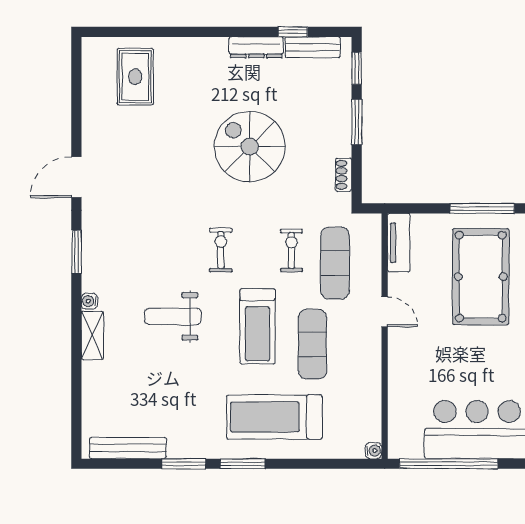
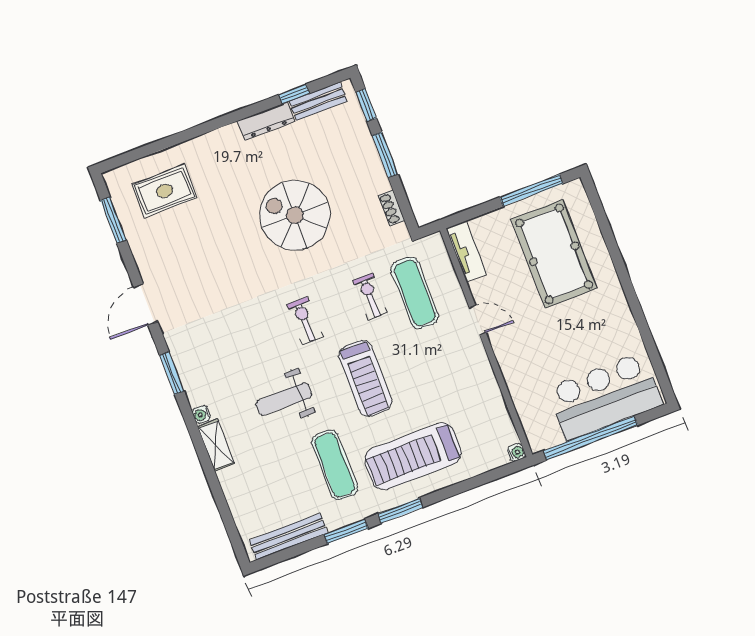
rug: (135, 77) -> (164, 191), turned 90
window: (76, 86) -> (113, 220), added
exercise mat: (312, 344) -> (335, 465), moved

